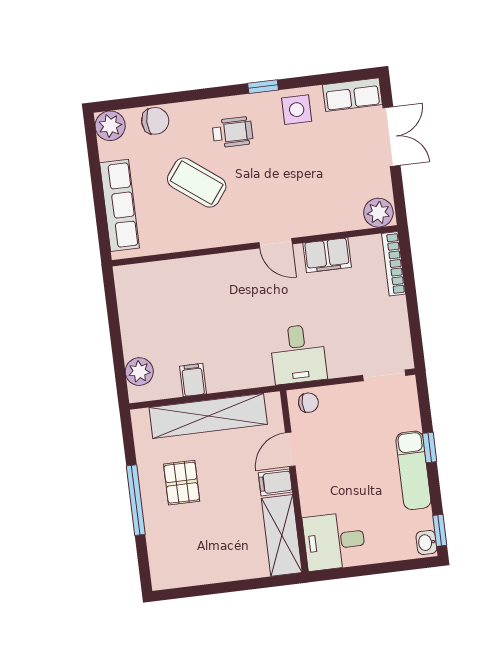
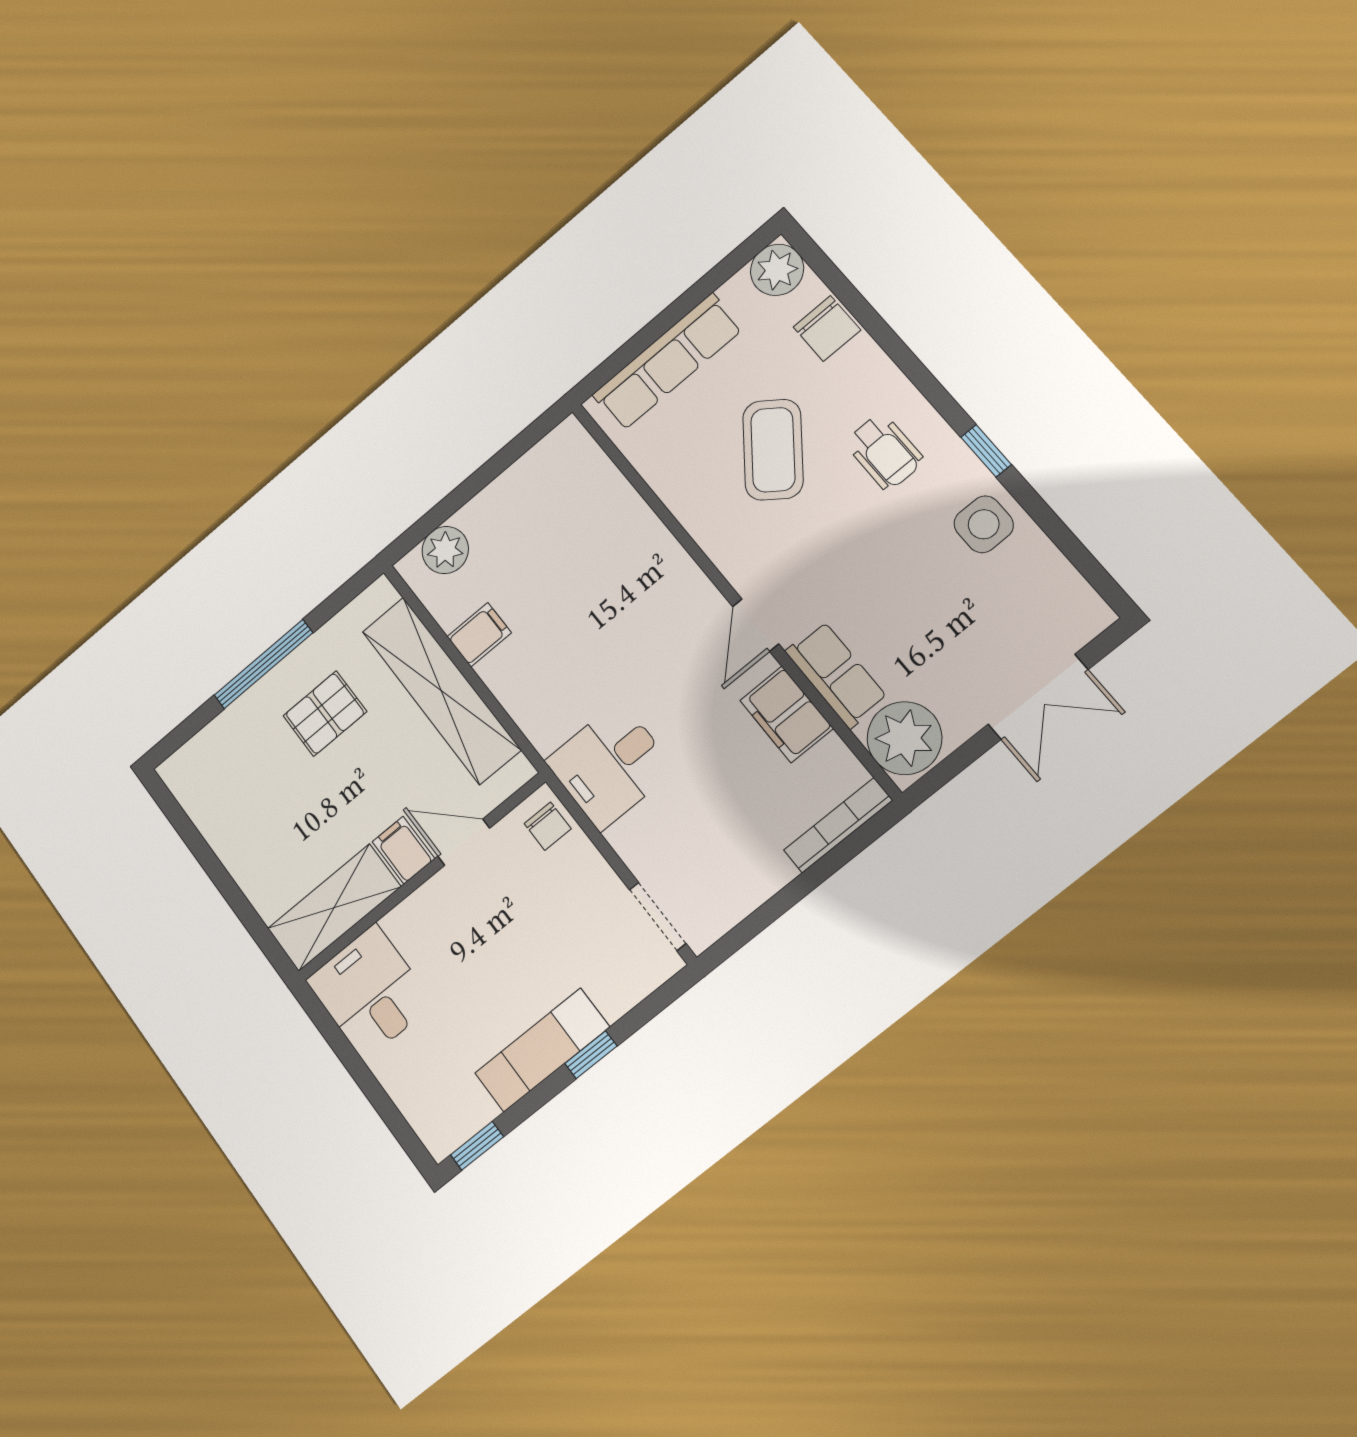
row of seats: (352, 95) -> (836, 675), moved, turned 180
plant: (378, 213) -> (904, 738), width x1.36, depth x1.36
washbasin: (426, 542) -> (447, 1136), removed

